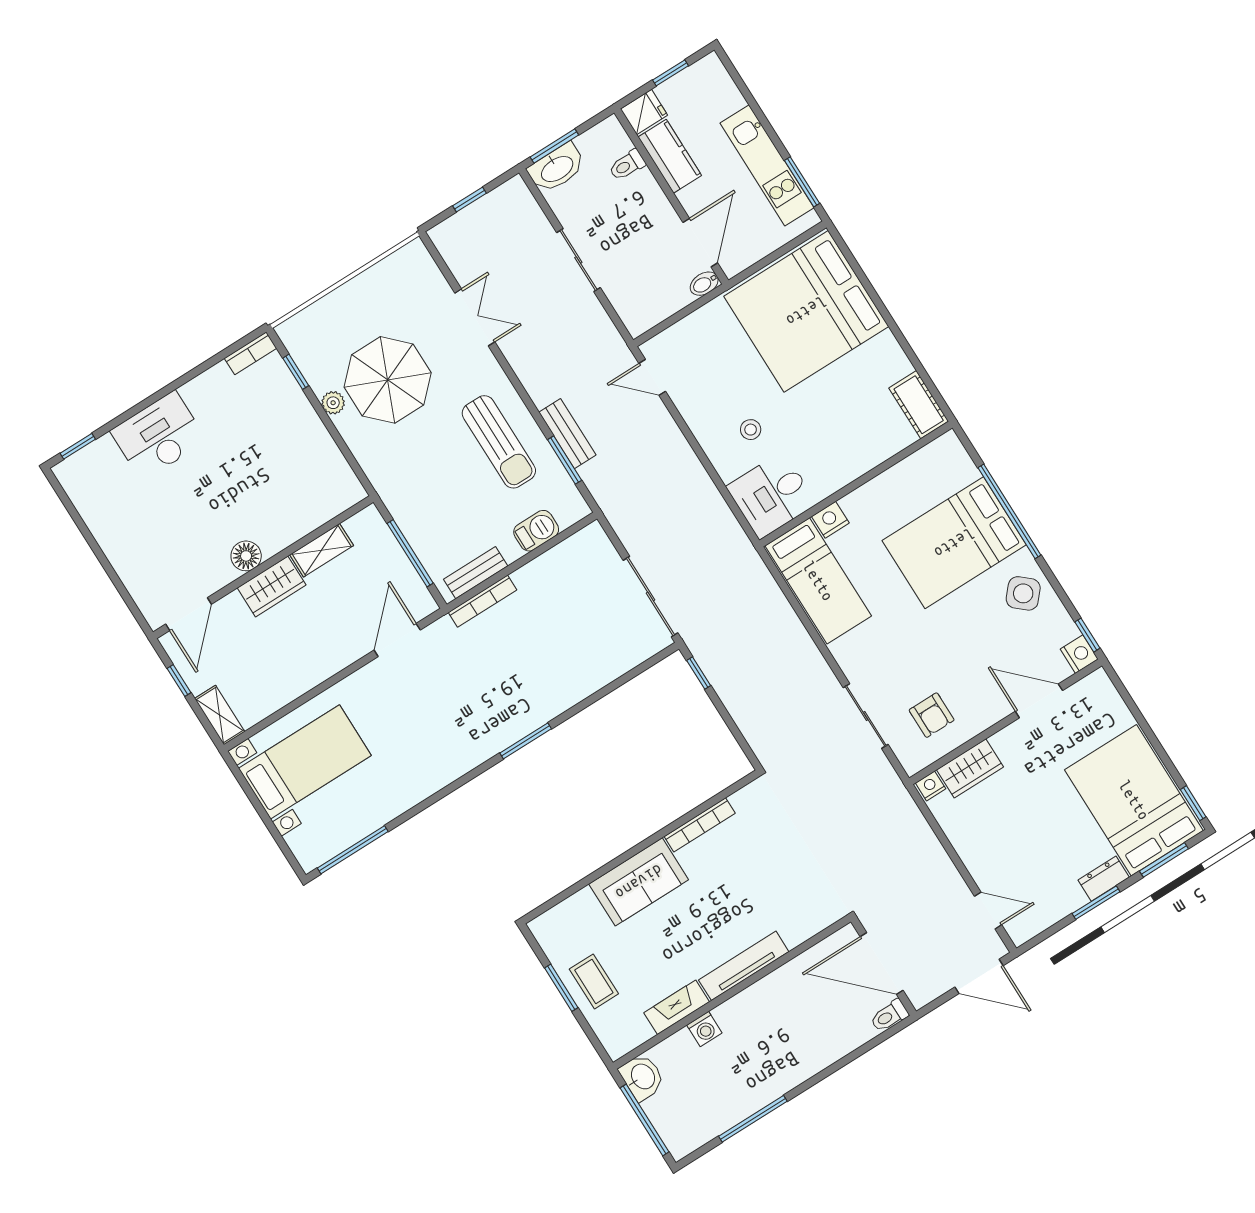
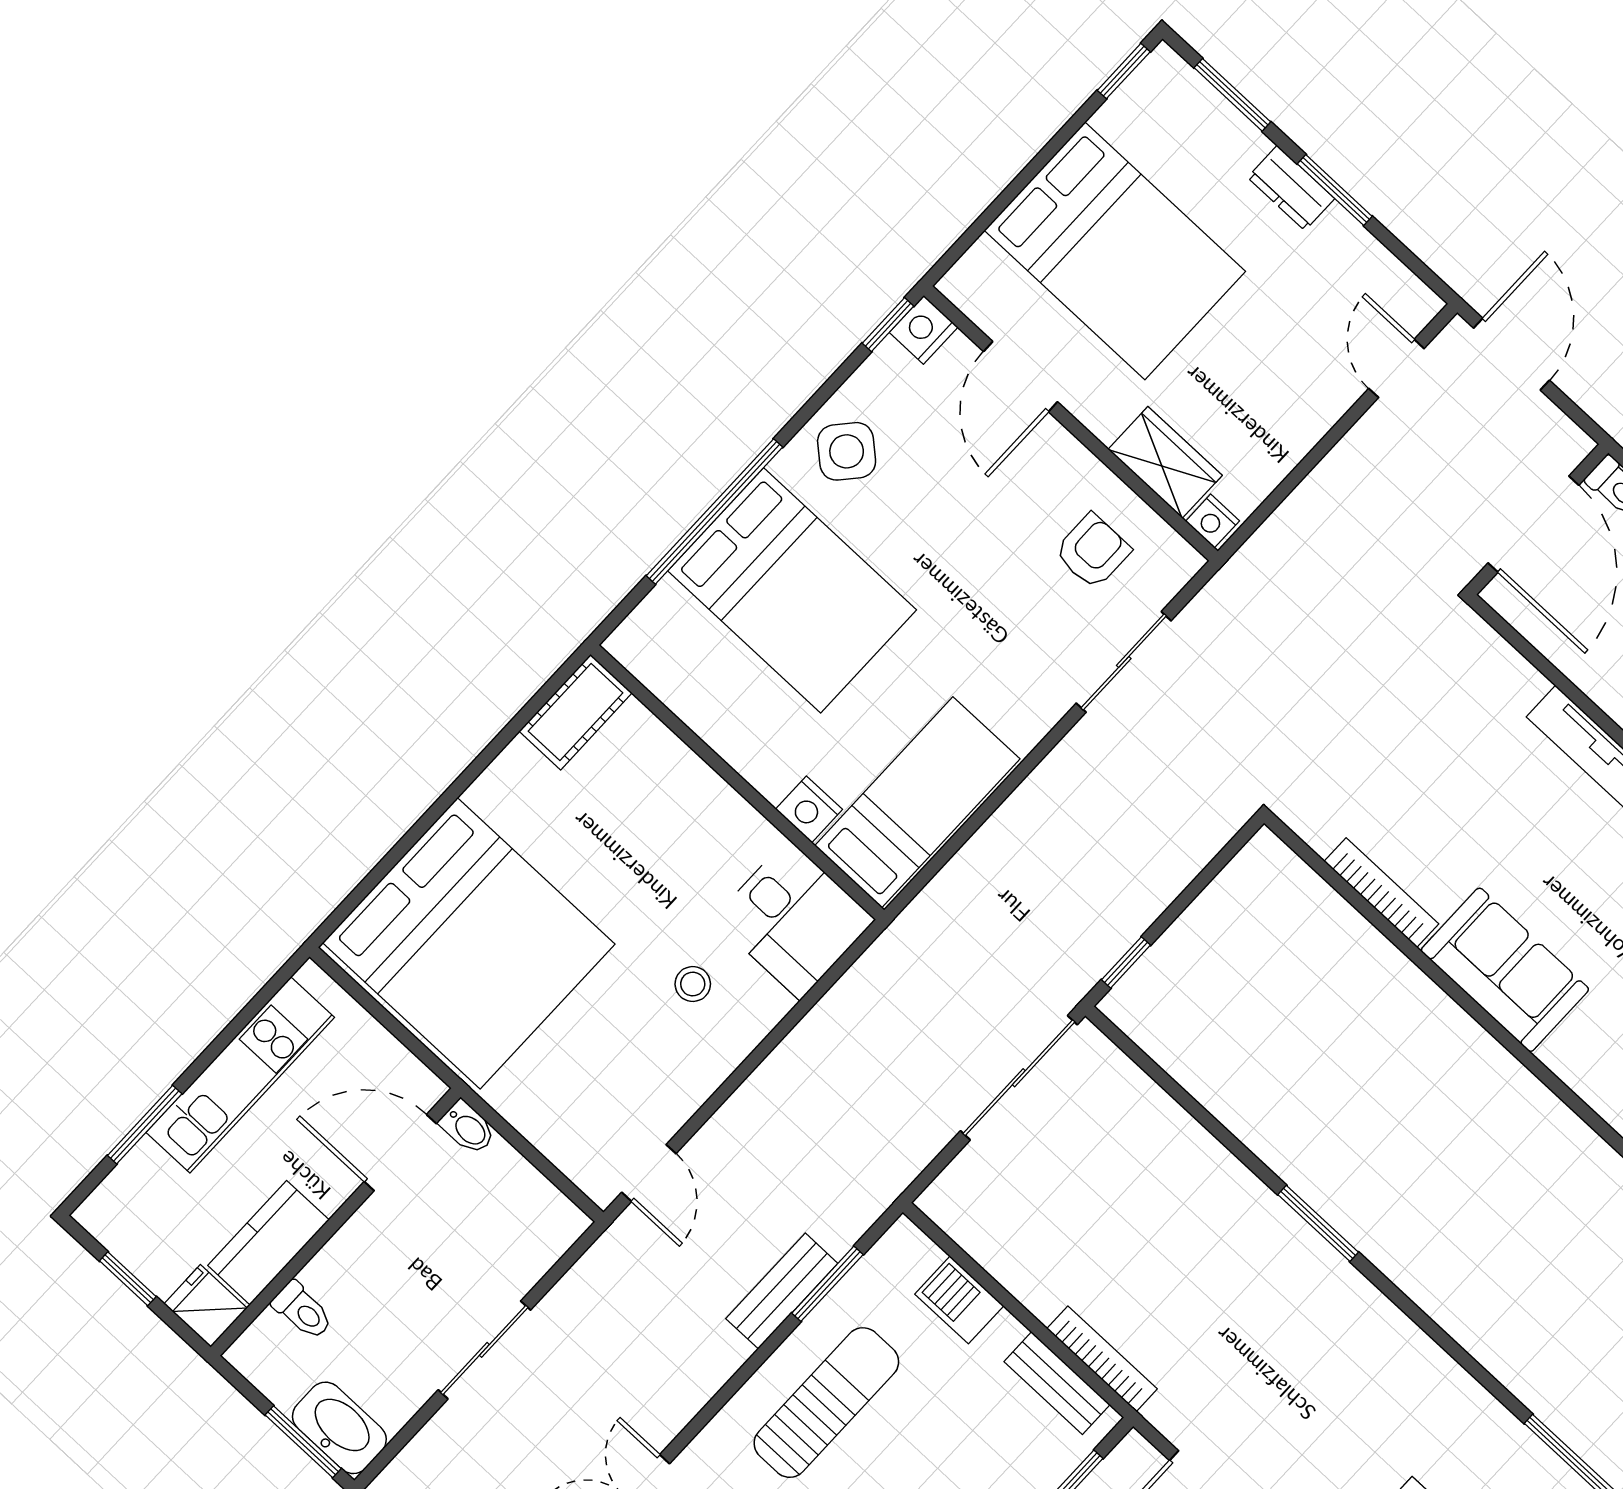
window: (802, 182) -> (145, 1125), moved
bed: (1134, 800) -> (1115, 251), moved, turned -90

